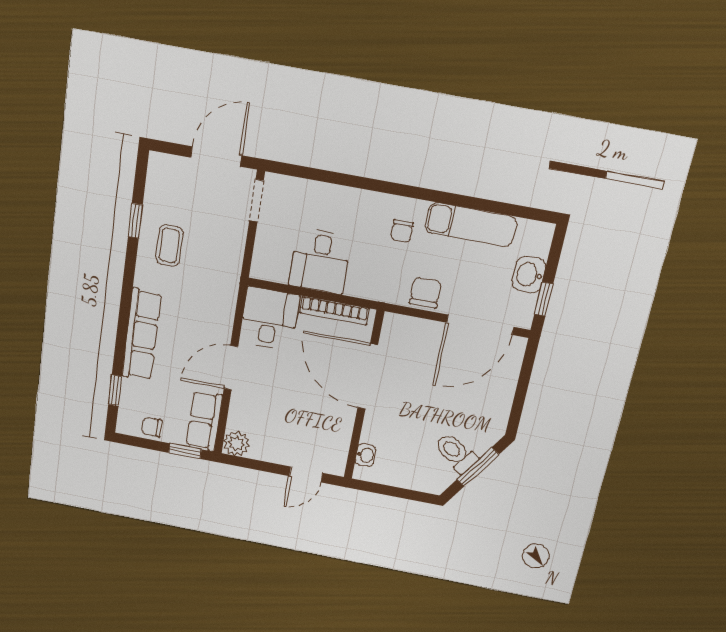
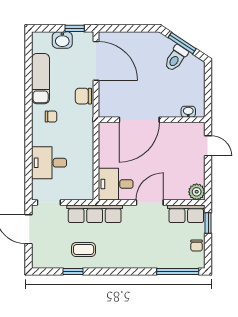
desk: (320, 261) -> (49, 163), moved, turned 180
bookcase: (334, 311) -> (104, 147), removed
row of seats: (142, 335) -> (95, 214), moved, turned 180
door: (231, 368) -> (150, 202), swing flipped
window: (115, 390) -> (178, 272), width x2.17

